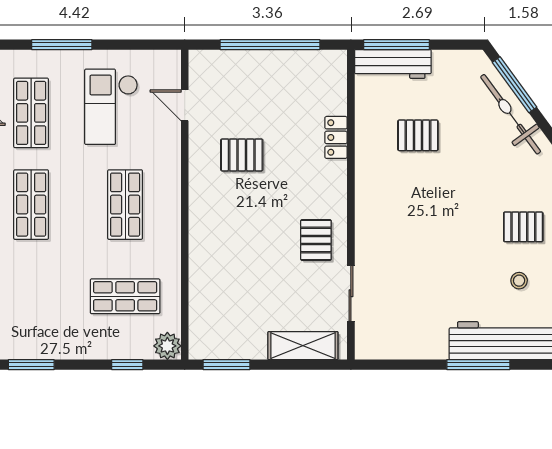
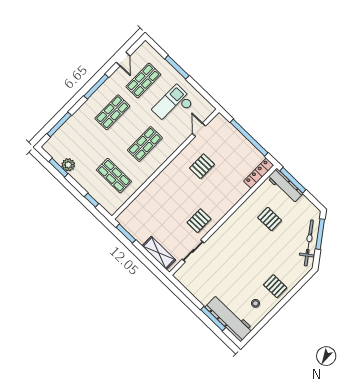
locker: (336, 137) -> (259, 173), moved, width x1.53
pallet: (242, 155) -> (202, 166), turned 90
plant: (167, 346) -> (68, 165), moved

